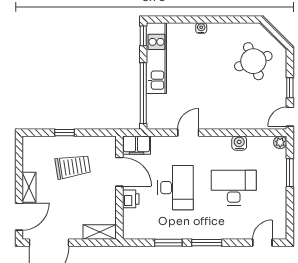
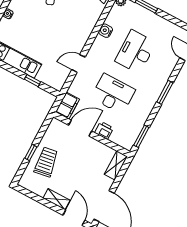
window: (143, 93) -> (33, 81), width x0.32
door: (188, 133) -> (78, 63), hinge flipped
trolley: (73, 167) -> (46, 162), moved
window: (168, 243) -> (141, 136), moved

